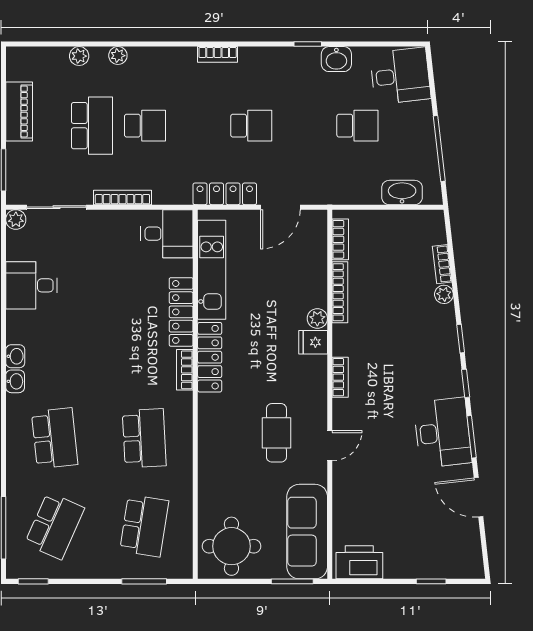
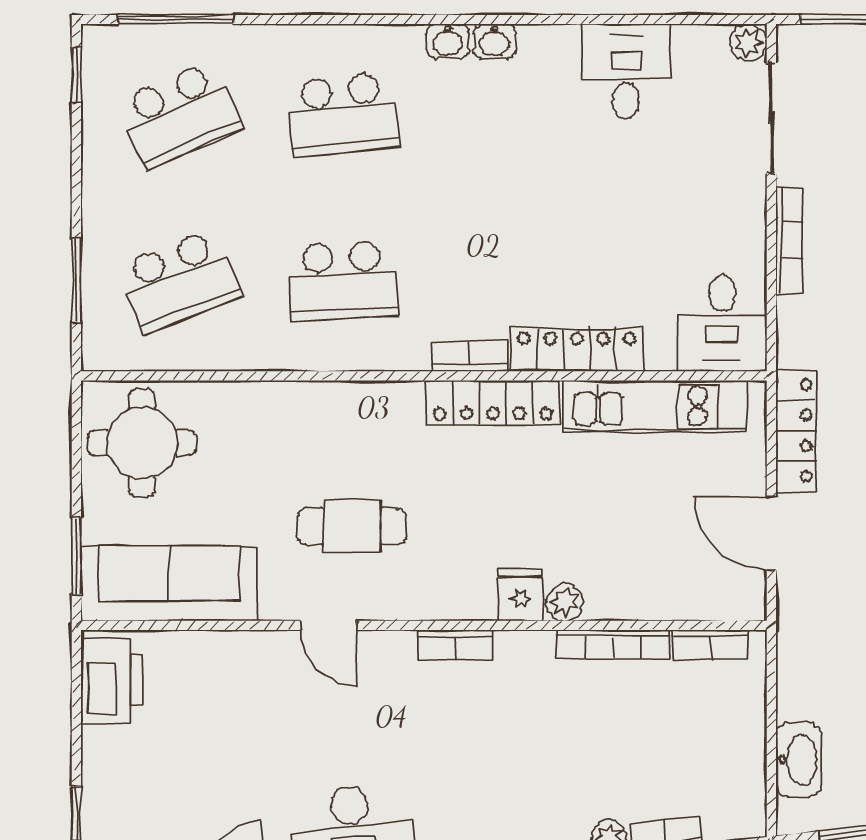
school desk: (55, 526) -> (180, 115), turned -48
school desk: (144, 526) -> (180, 281), turned -30

